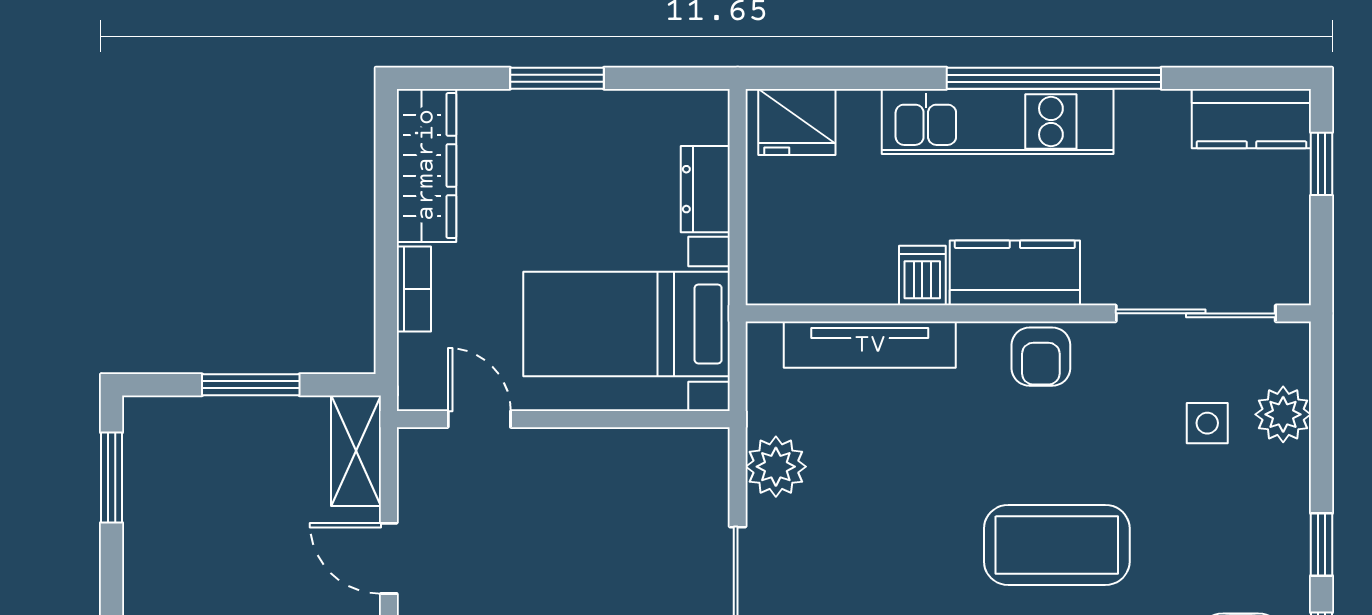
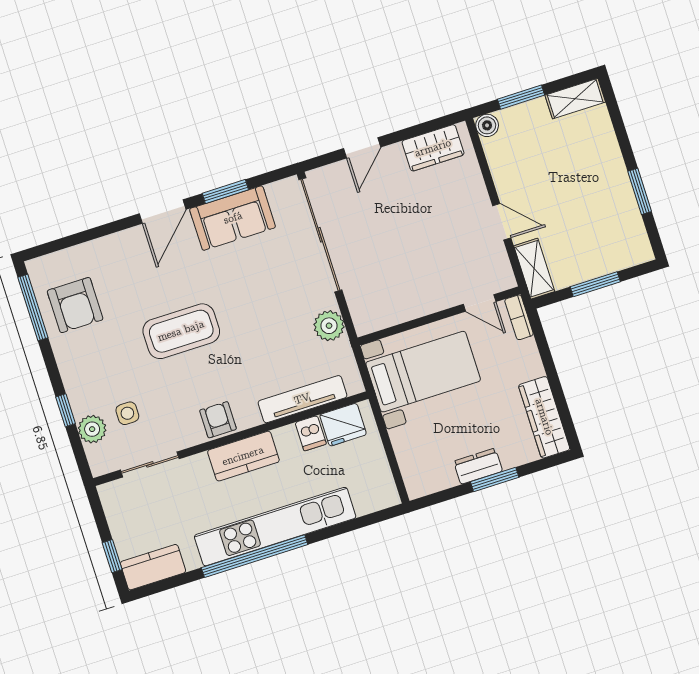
fridge: (797, 122) -> (343, 425), moved, turned 180
kitchen unit: (998, 122) -> (275, 527), width x1.36
dresser: (705, 189) -> (478, 466), moved, turned -90
dishwasher: (922, 276) -> (311, 433), moved
bookcase: (414, 289) -> (519, 317), moved
sliding door: (1196, 313) -> (150, 464), width x0.73
window: (112, 478) -> (640, 191), moved
window: (1322, 545) -> (66, 410), moved

